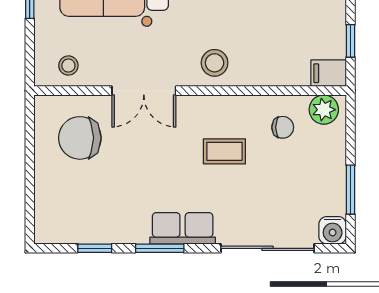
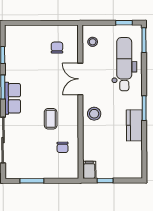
plant: (324, 110) -> (71, 168), removed
chair: (80, 138) -> (57, 48), width x0.54, depth x0.54
water cooler: (333, 230) -> (12, 172), removed

